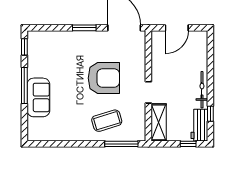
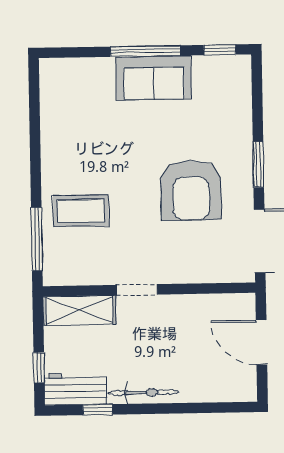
armchair: (104, 78) -> (191, 190), moved
sofa: (38, 97) -> (154, 78), moved
coffee table: (107, 121) -> (81, 211), turned -73

